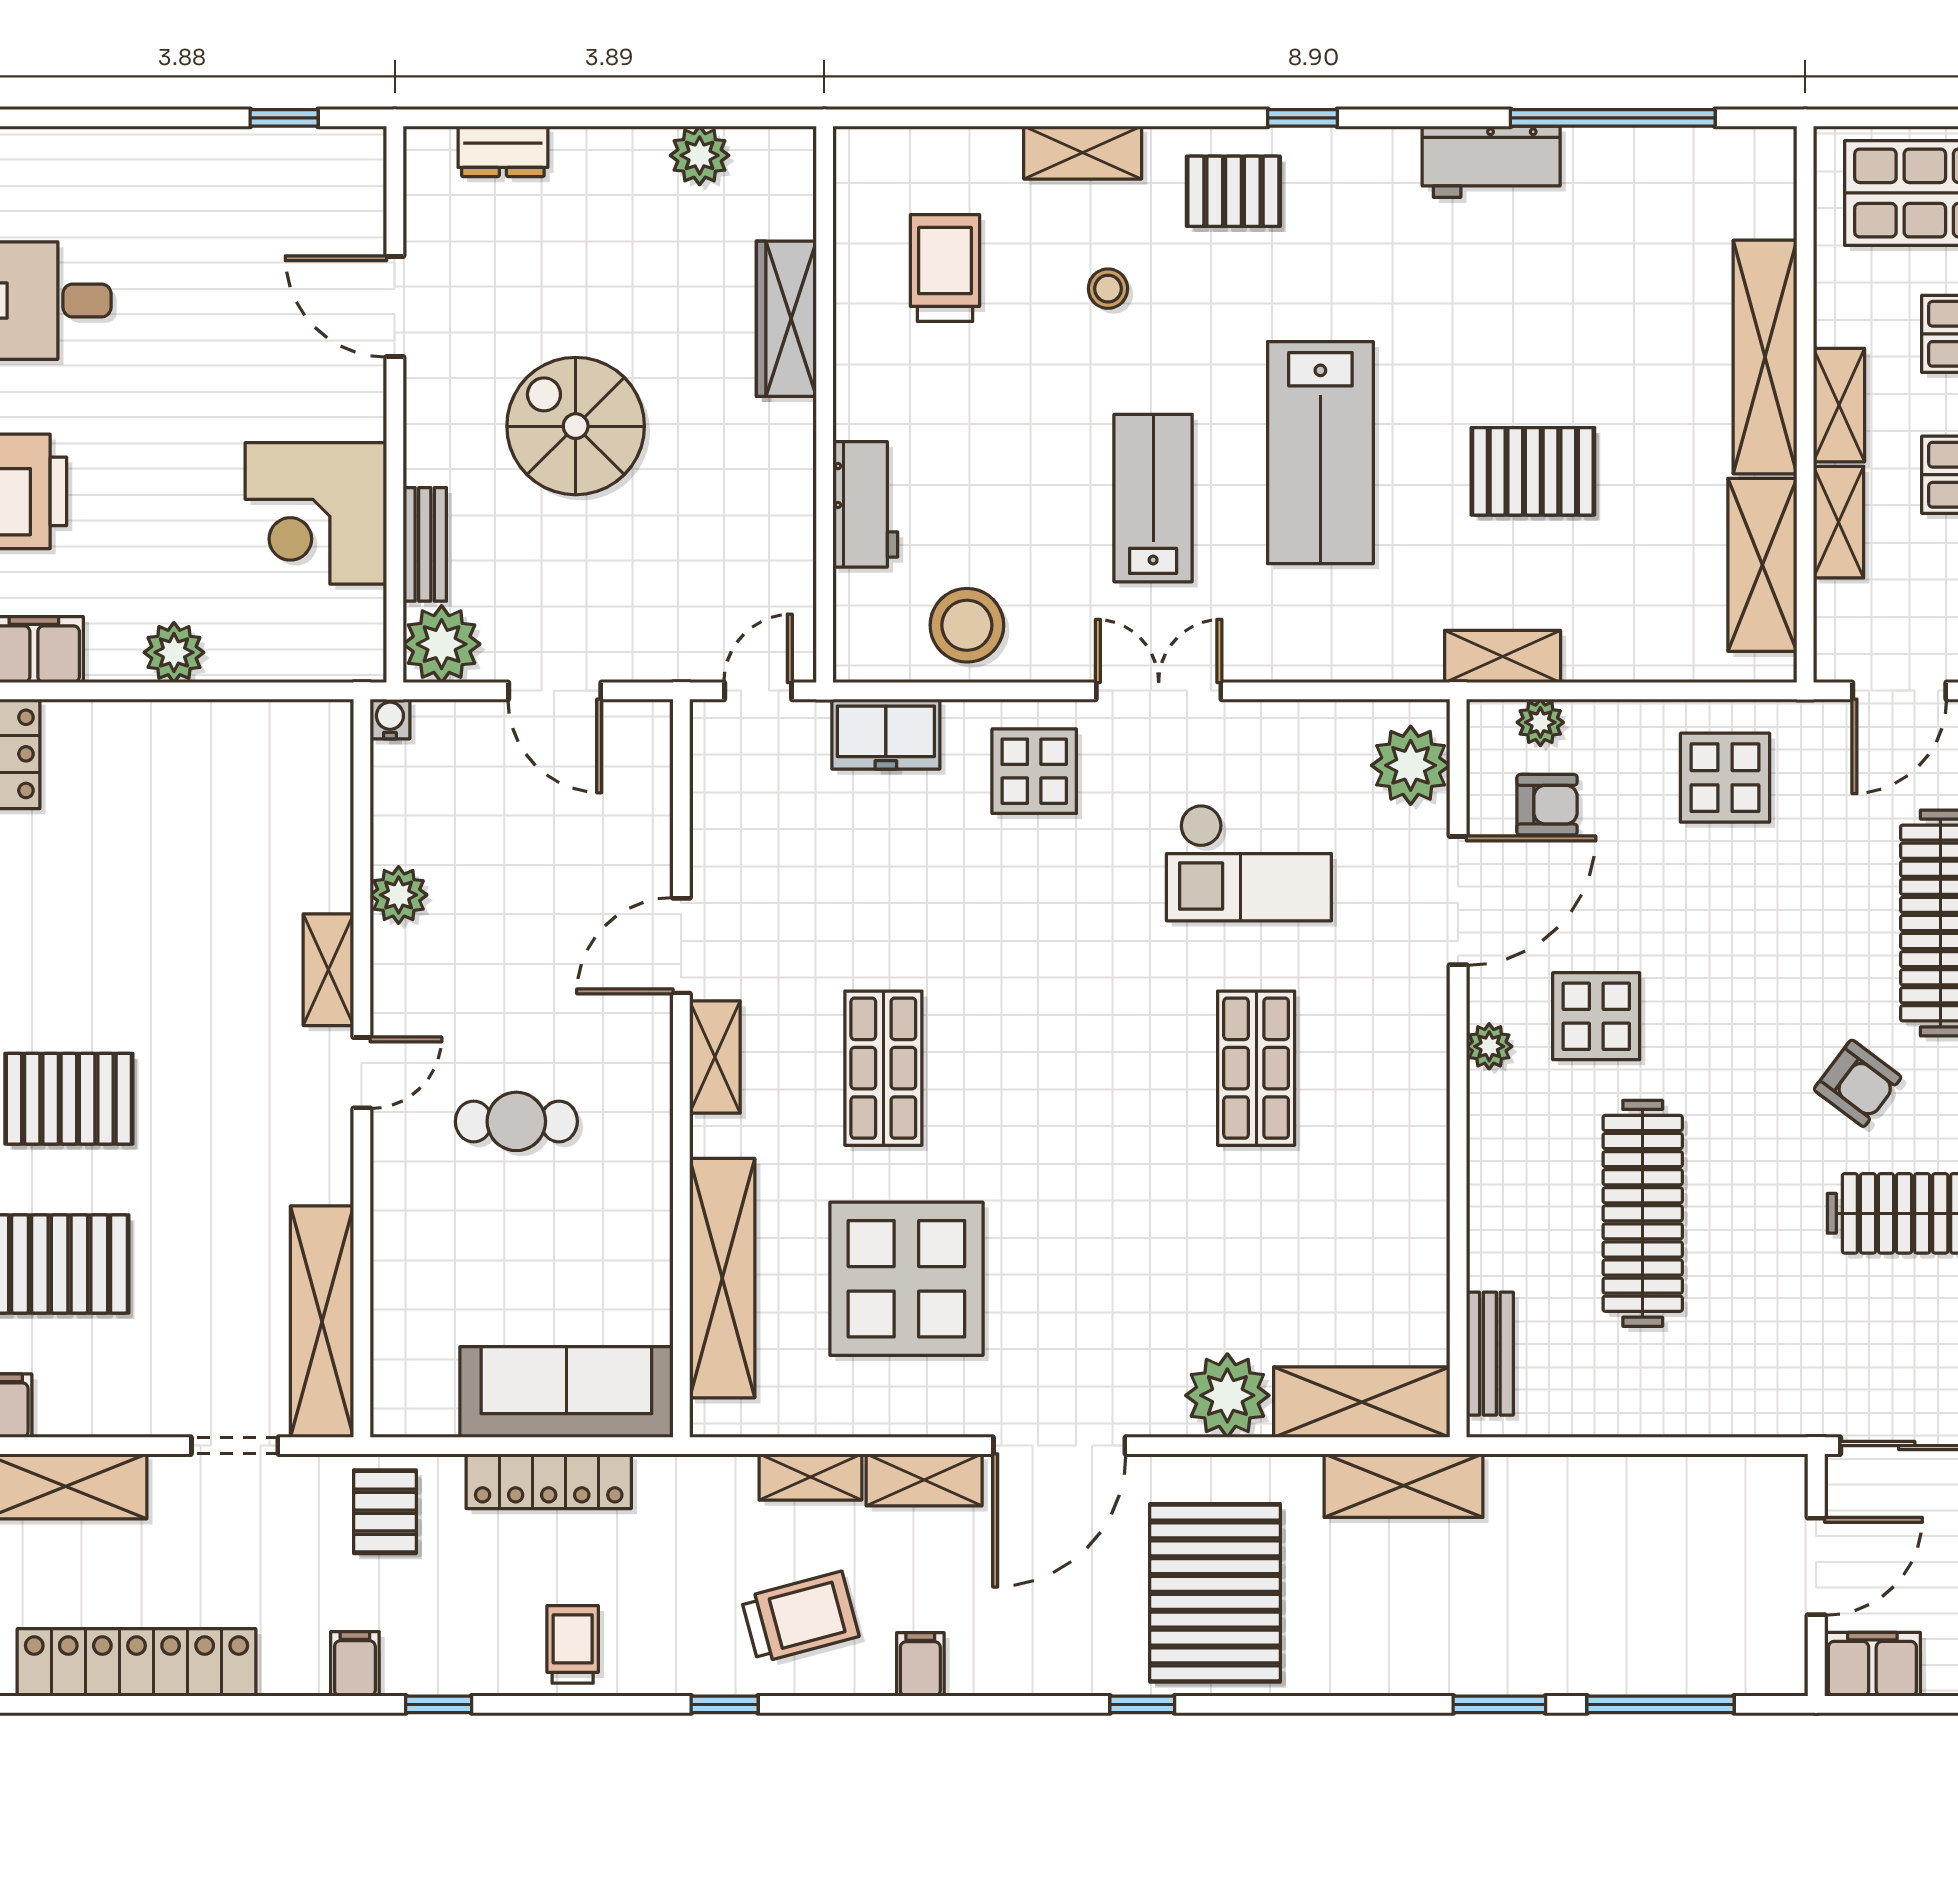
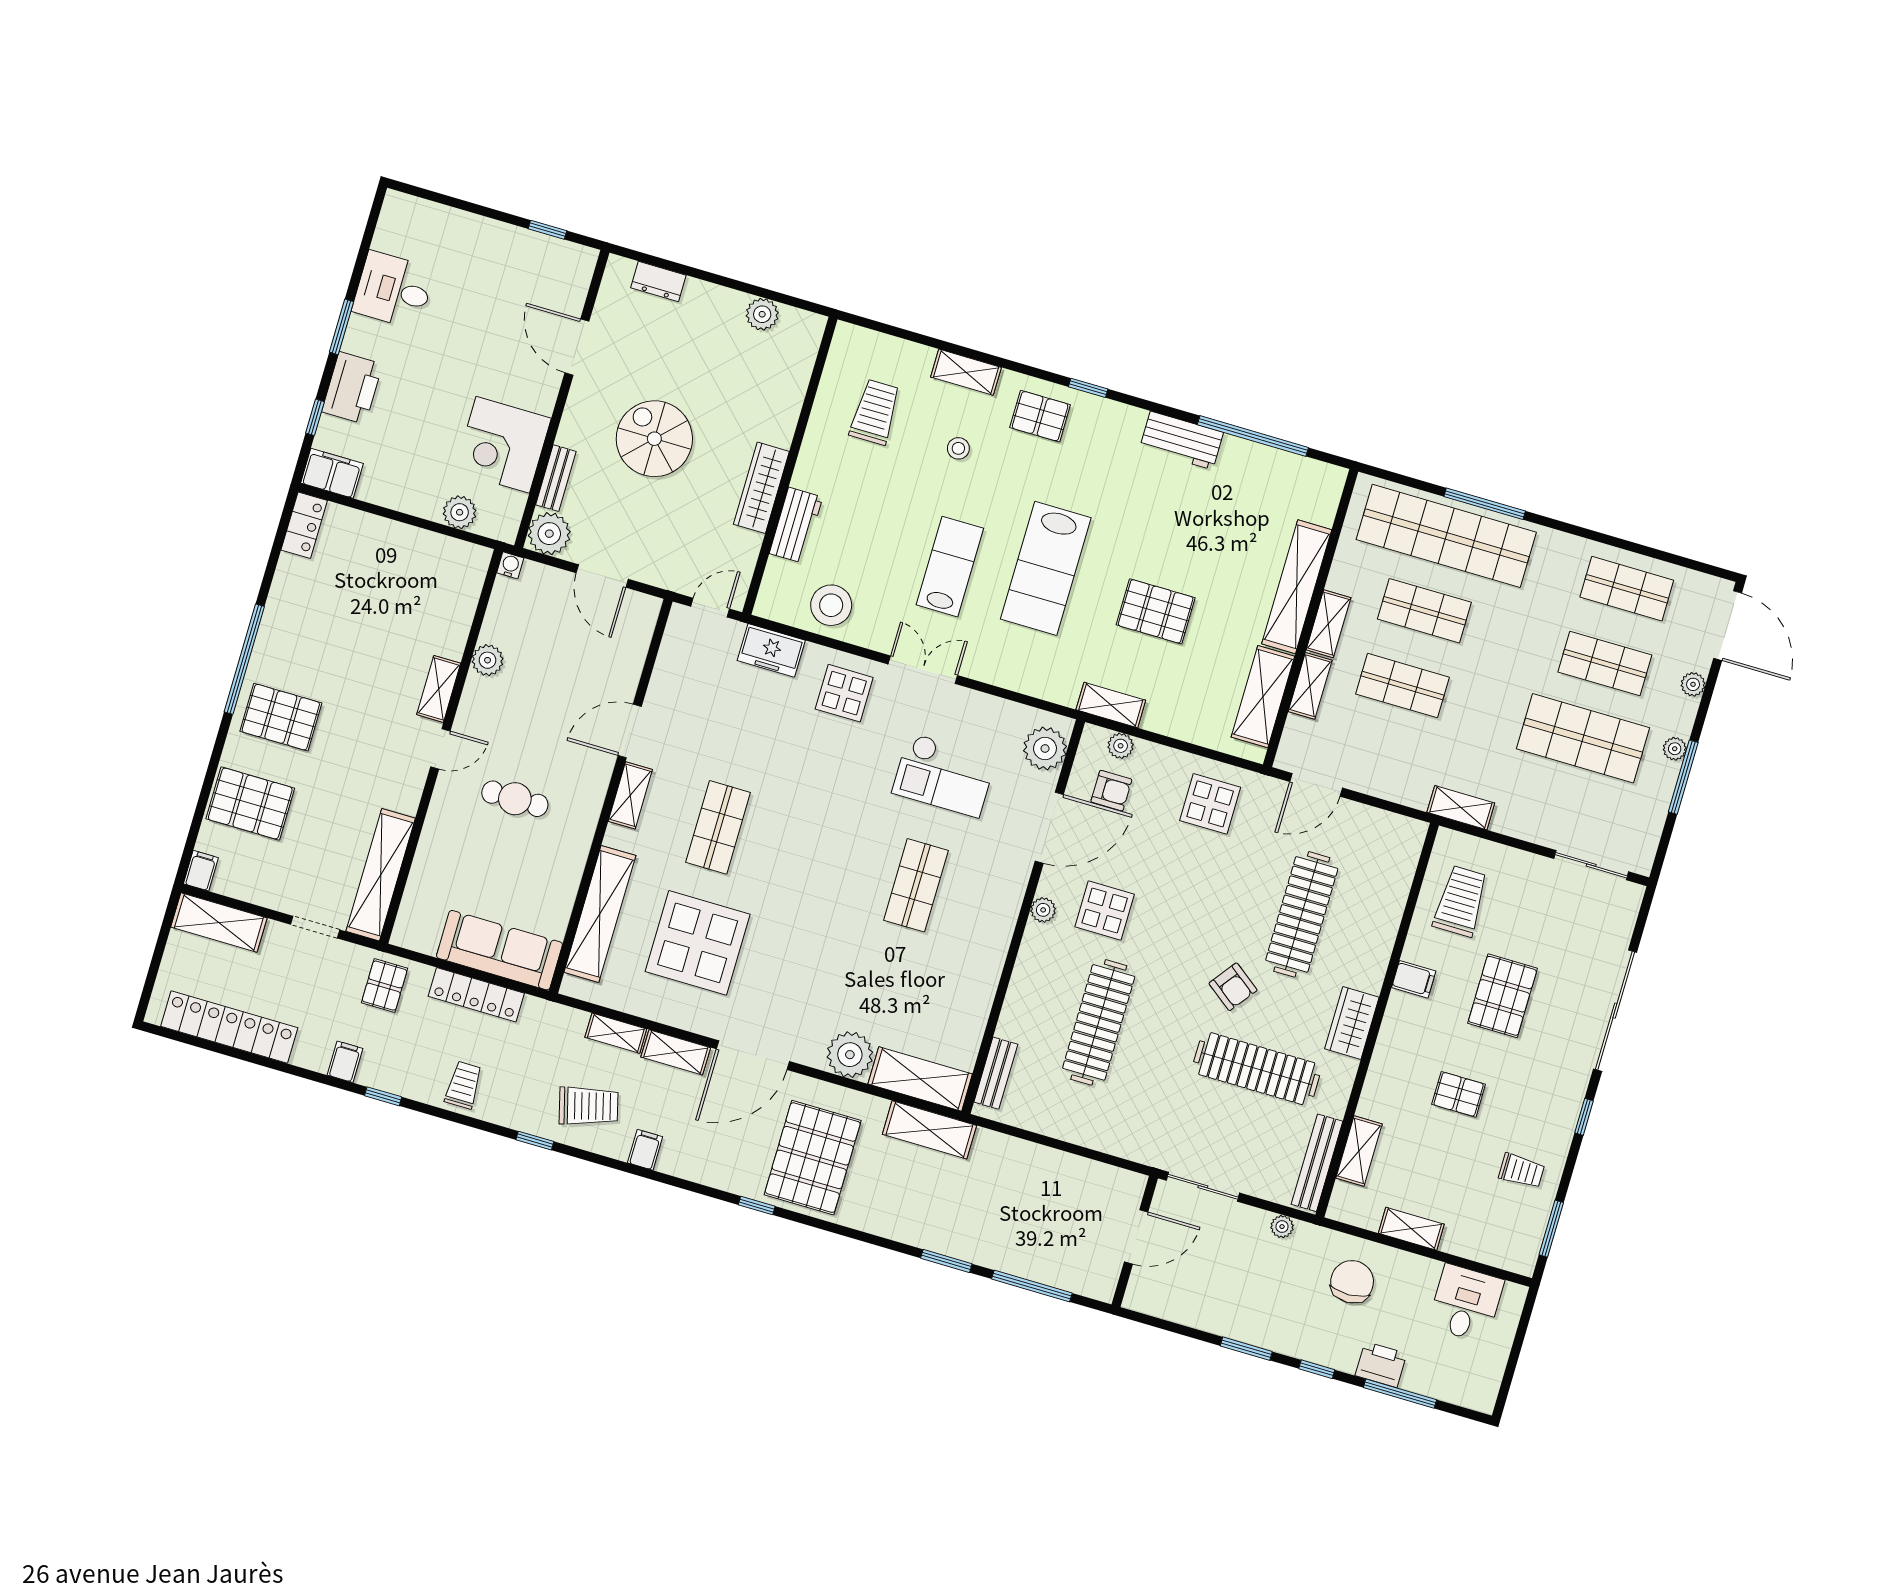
wardrobe: (786, 319) -> (761, 488), moved
plant: (174, 652) -> (460, 512), moved
filing cabinet: (1872, 1664) -> (1151, 1298), removed

